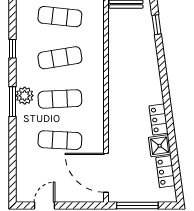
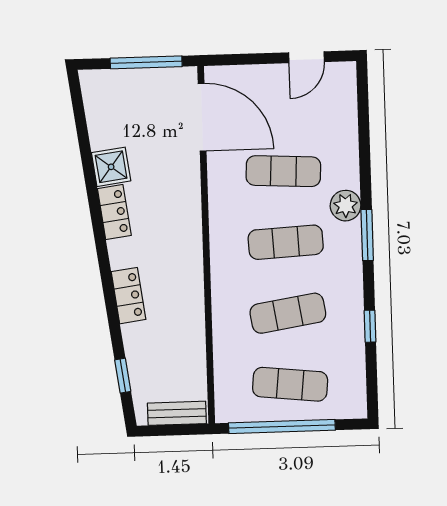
plant: (25, 96) -> (346, 206), moved
locker: (165, 172) -> (128, 296), moved

